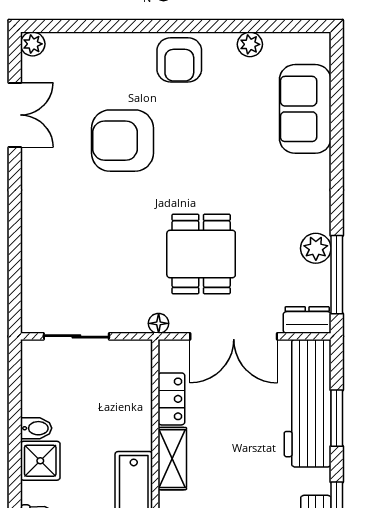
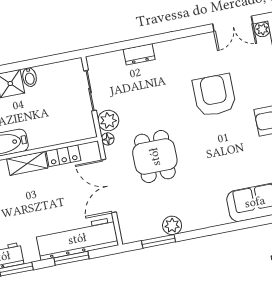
double door: (15, 115) -> (233, 24), moved
dining table: (201, 254) -> (155, 157), turned 90
window: (337, 275) -> (159, 241), width x0.69
plant: (129, 317) -> (108, 120), added
dresser: (307, 320) -> (139, 54), moved, turned 90

